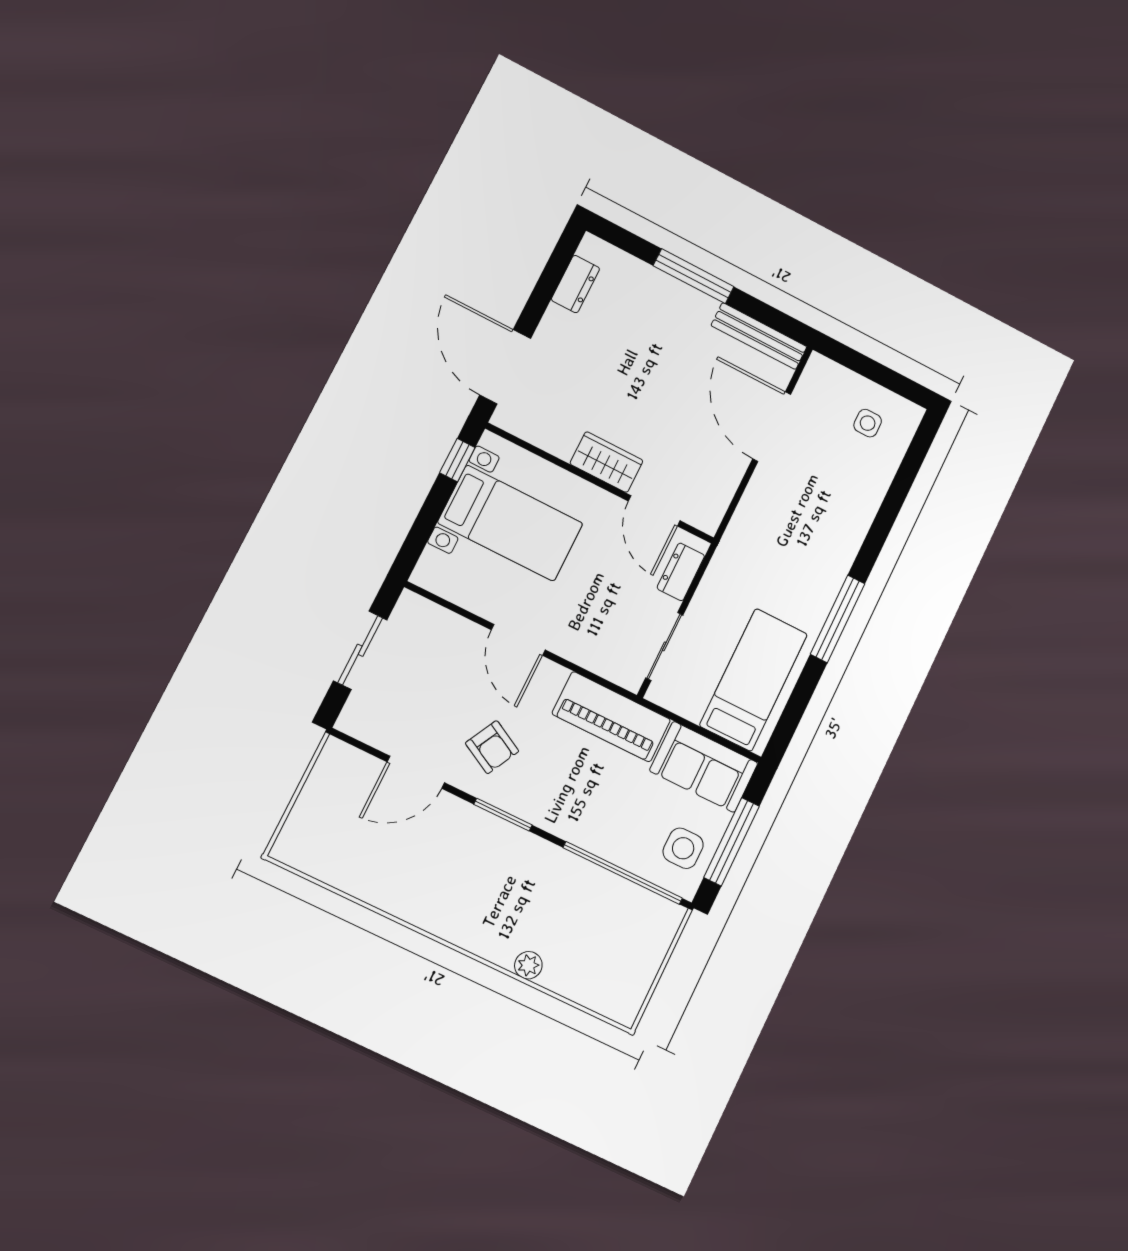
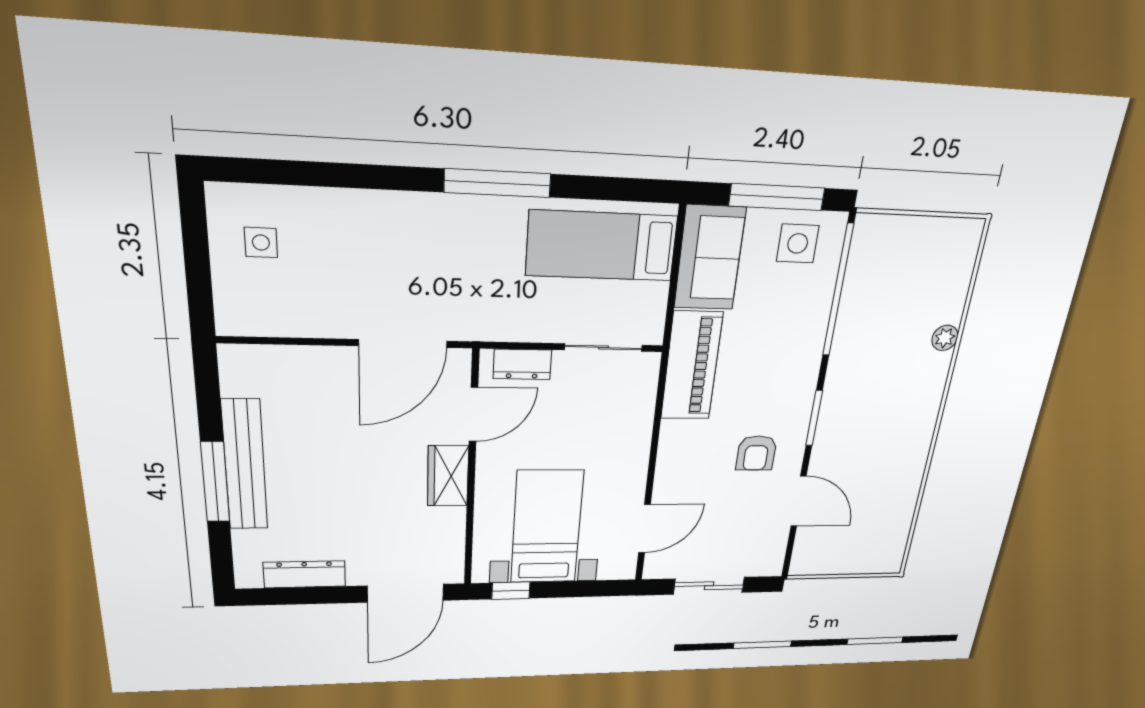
dresser: (575, 284) -> (305, 574), width x1.44
bench: (759, 336) -> (245, 465), moved, width x1.37, depth x1.21
door: (772, 427) -> (403, 343), moved
door: (518, 640) -> (644, 529), moved
armchair: (492, 747) -> (756, 453), turned 152

